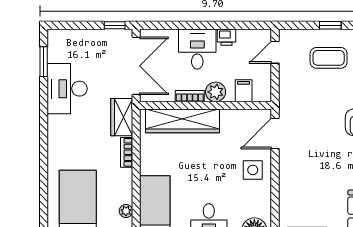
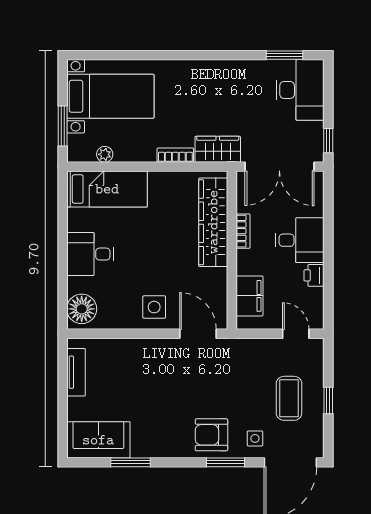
desk: (67, 89) -> (300, 90), moved, turned 90
filing cabinet: (244, 91) -> (250, 296), width x2.00
plant: (216, 92) -> (248, 262), removed

